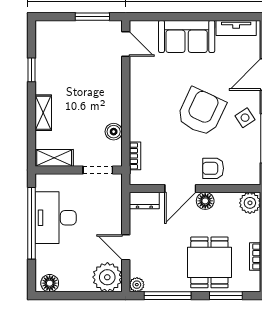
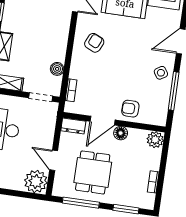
armchair: (201, 112) -> (94, 43), moved, width x0.53, depth x0.53
dining table: (209, 262) -> (93, 172), moved
plant: (137, 285) -> (58, 191), removed

